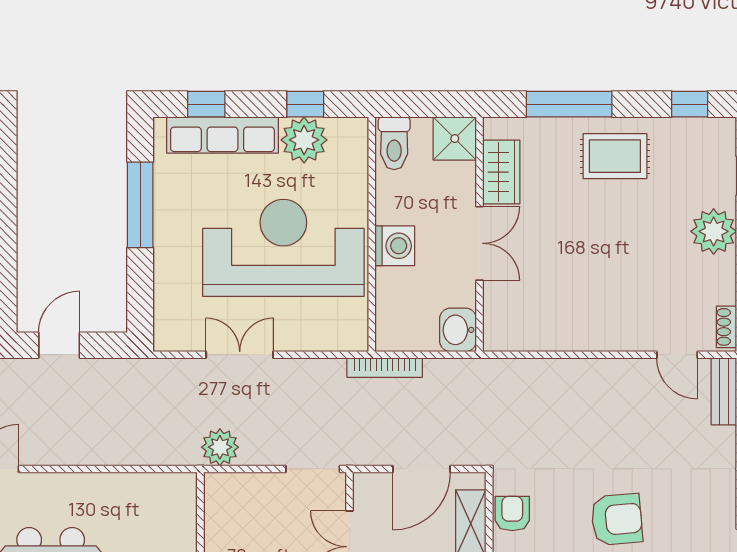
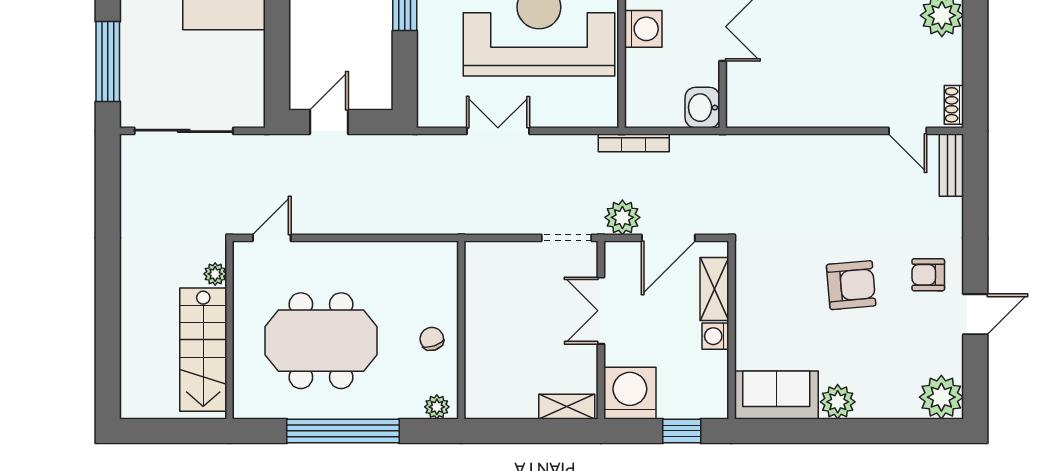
plant: (220, 447) -> (622, 217), moved
armchair: (512, 514) -> (928, 275), moved, turned -90

